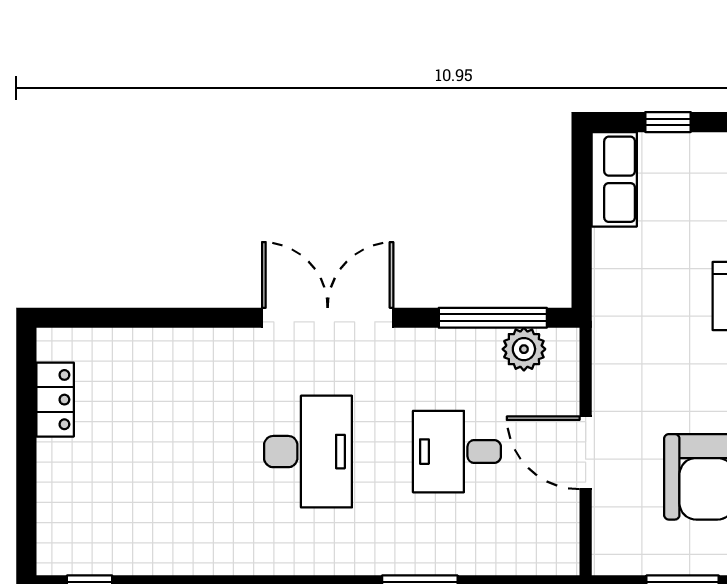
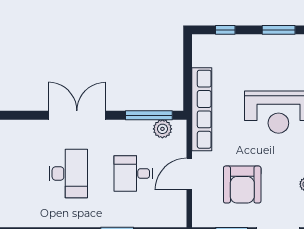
row of seats: (614, 179) -> (202, 109), moved, width x2.02
door: (586, 453) -> (189, 174), hinge flipped

